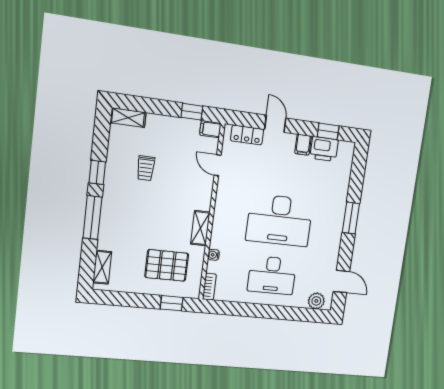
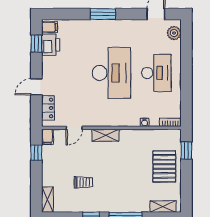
filing cabinet: (303, 145) -> (50, 27), moved
shelving: (200, 228) -> (106, 135), moved
pallet: (167, 265) -> (164, 166), moved

